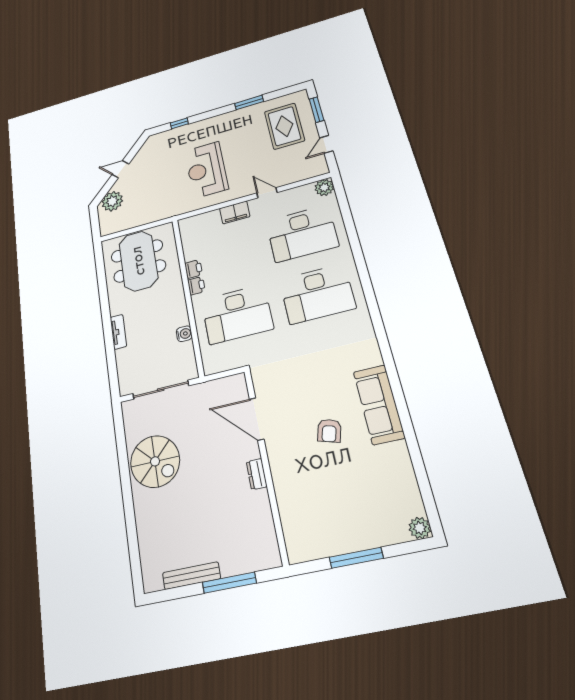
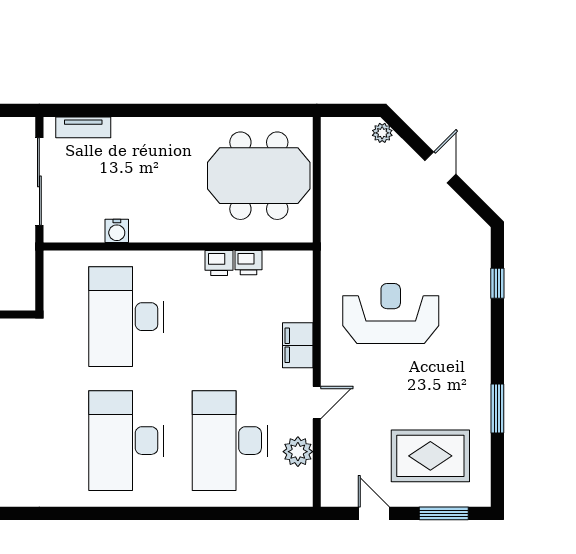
plant: (324, 188) -> (298, 452), moved
plant: (112, 201) -> (382, 133), width x0.53, depth x0.53
printer: (196, 286) -> (248, 263), moved
tv unit: (118, 332) -> (83, 127), moved

